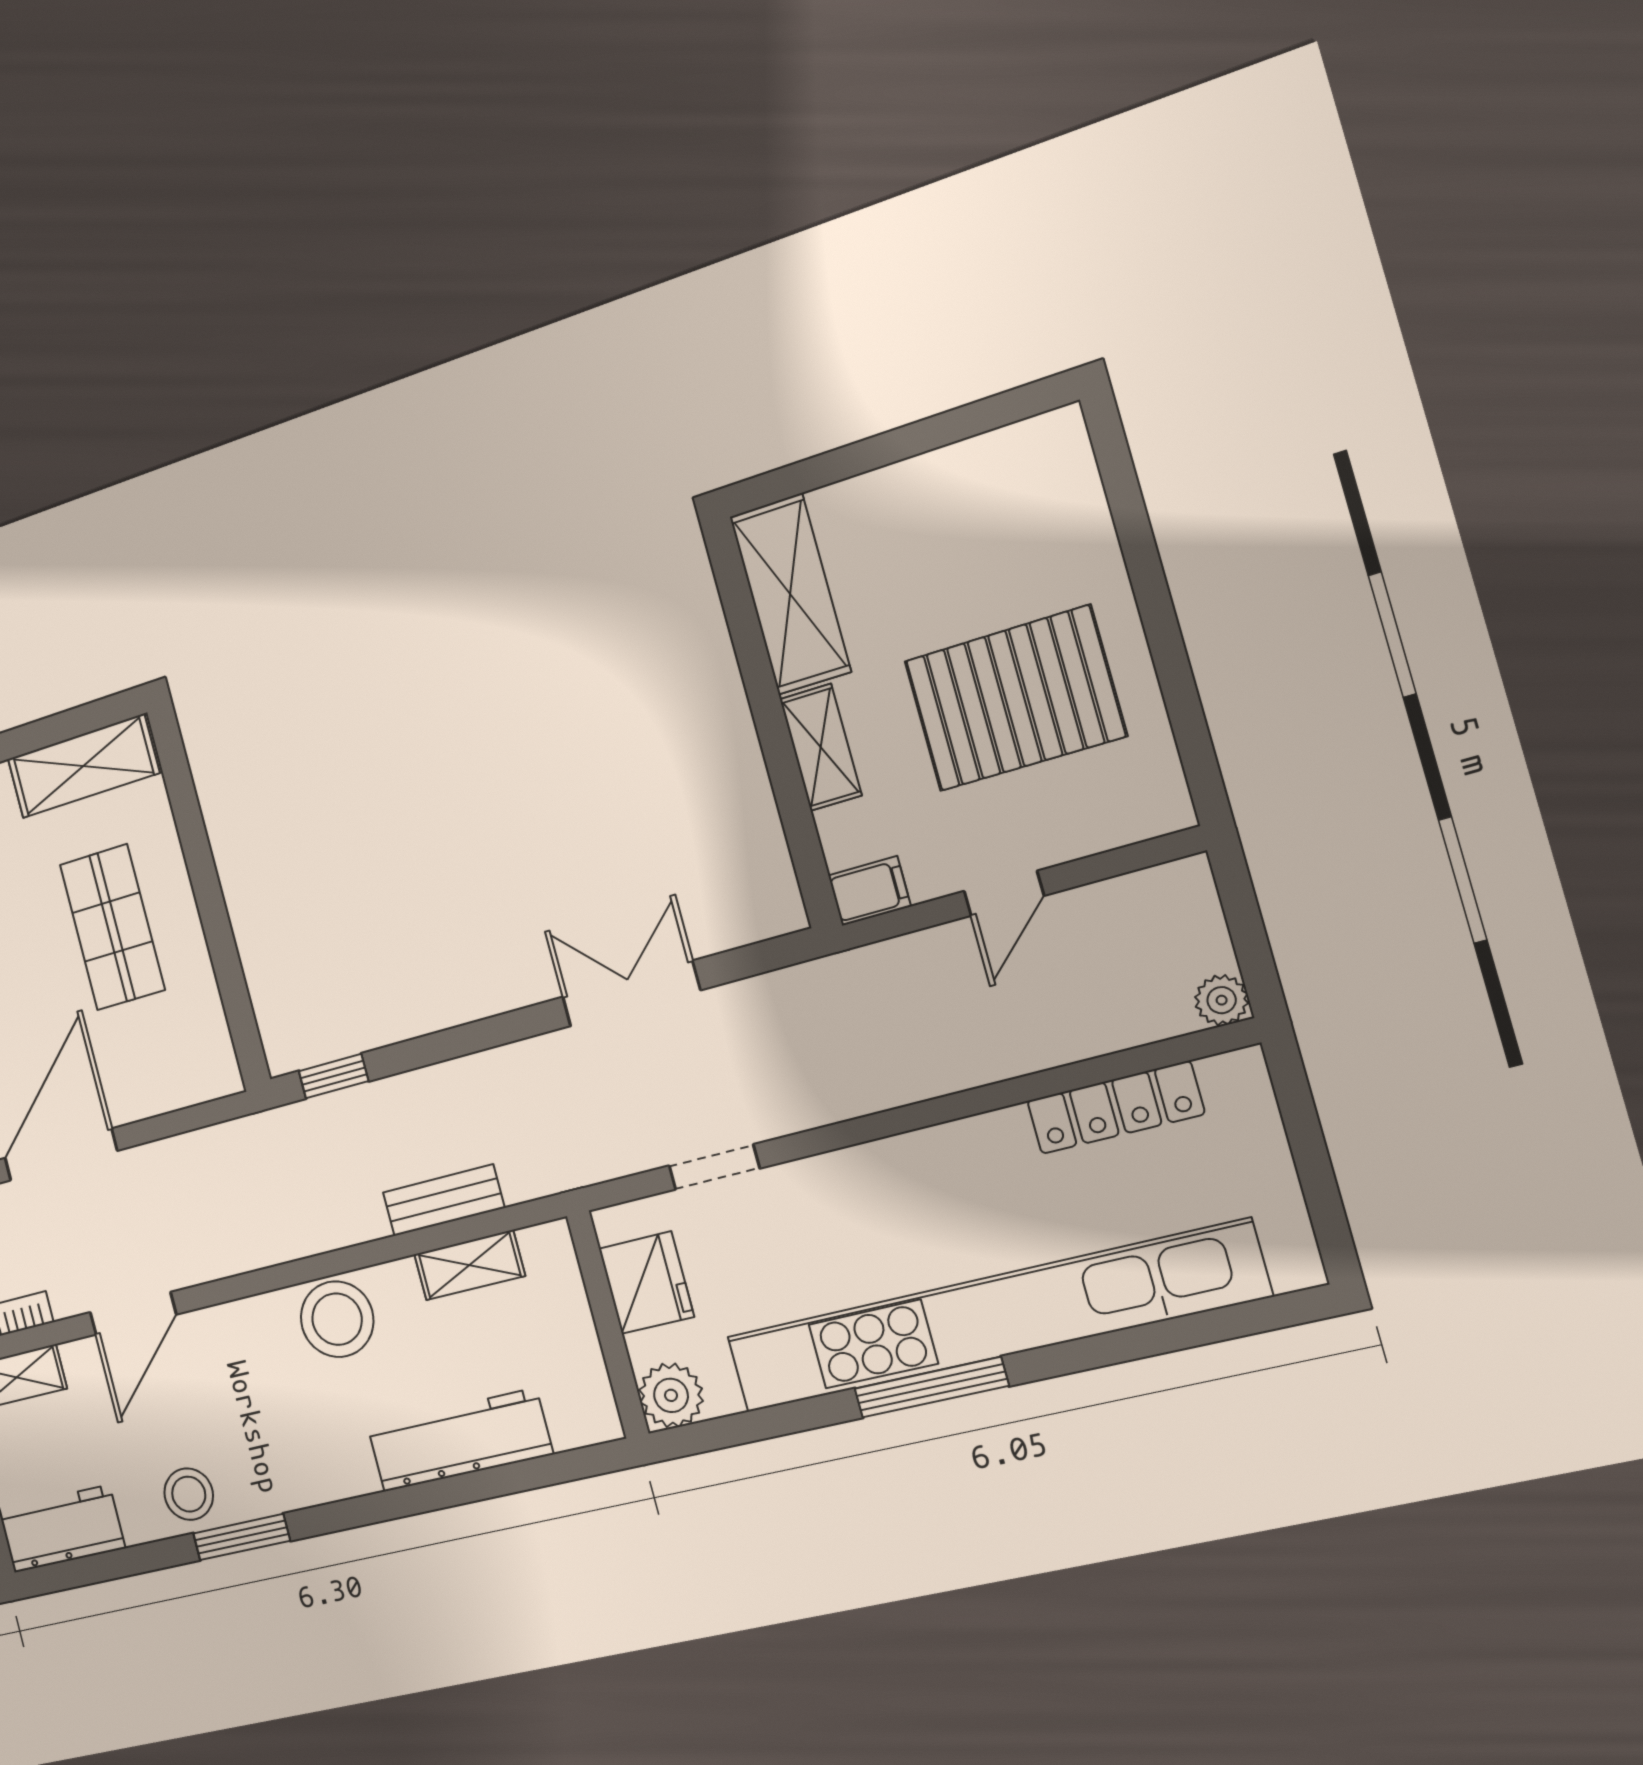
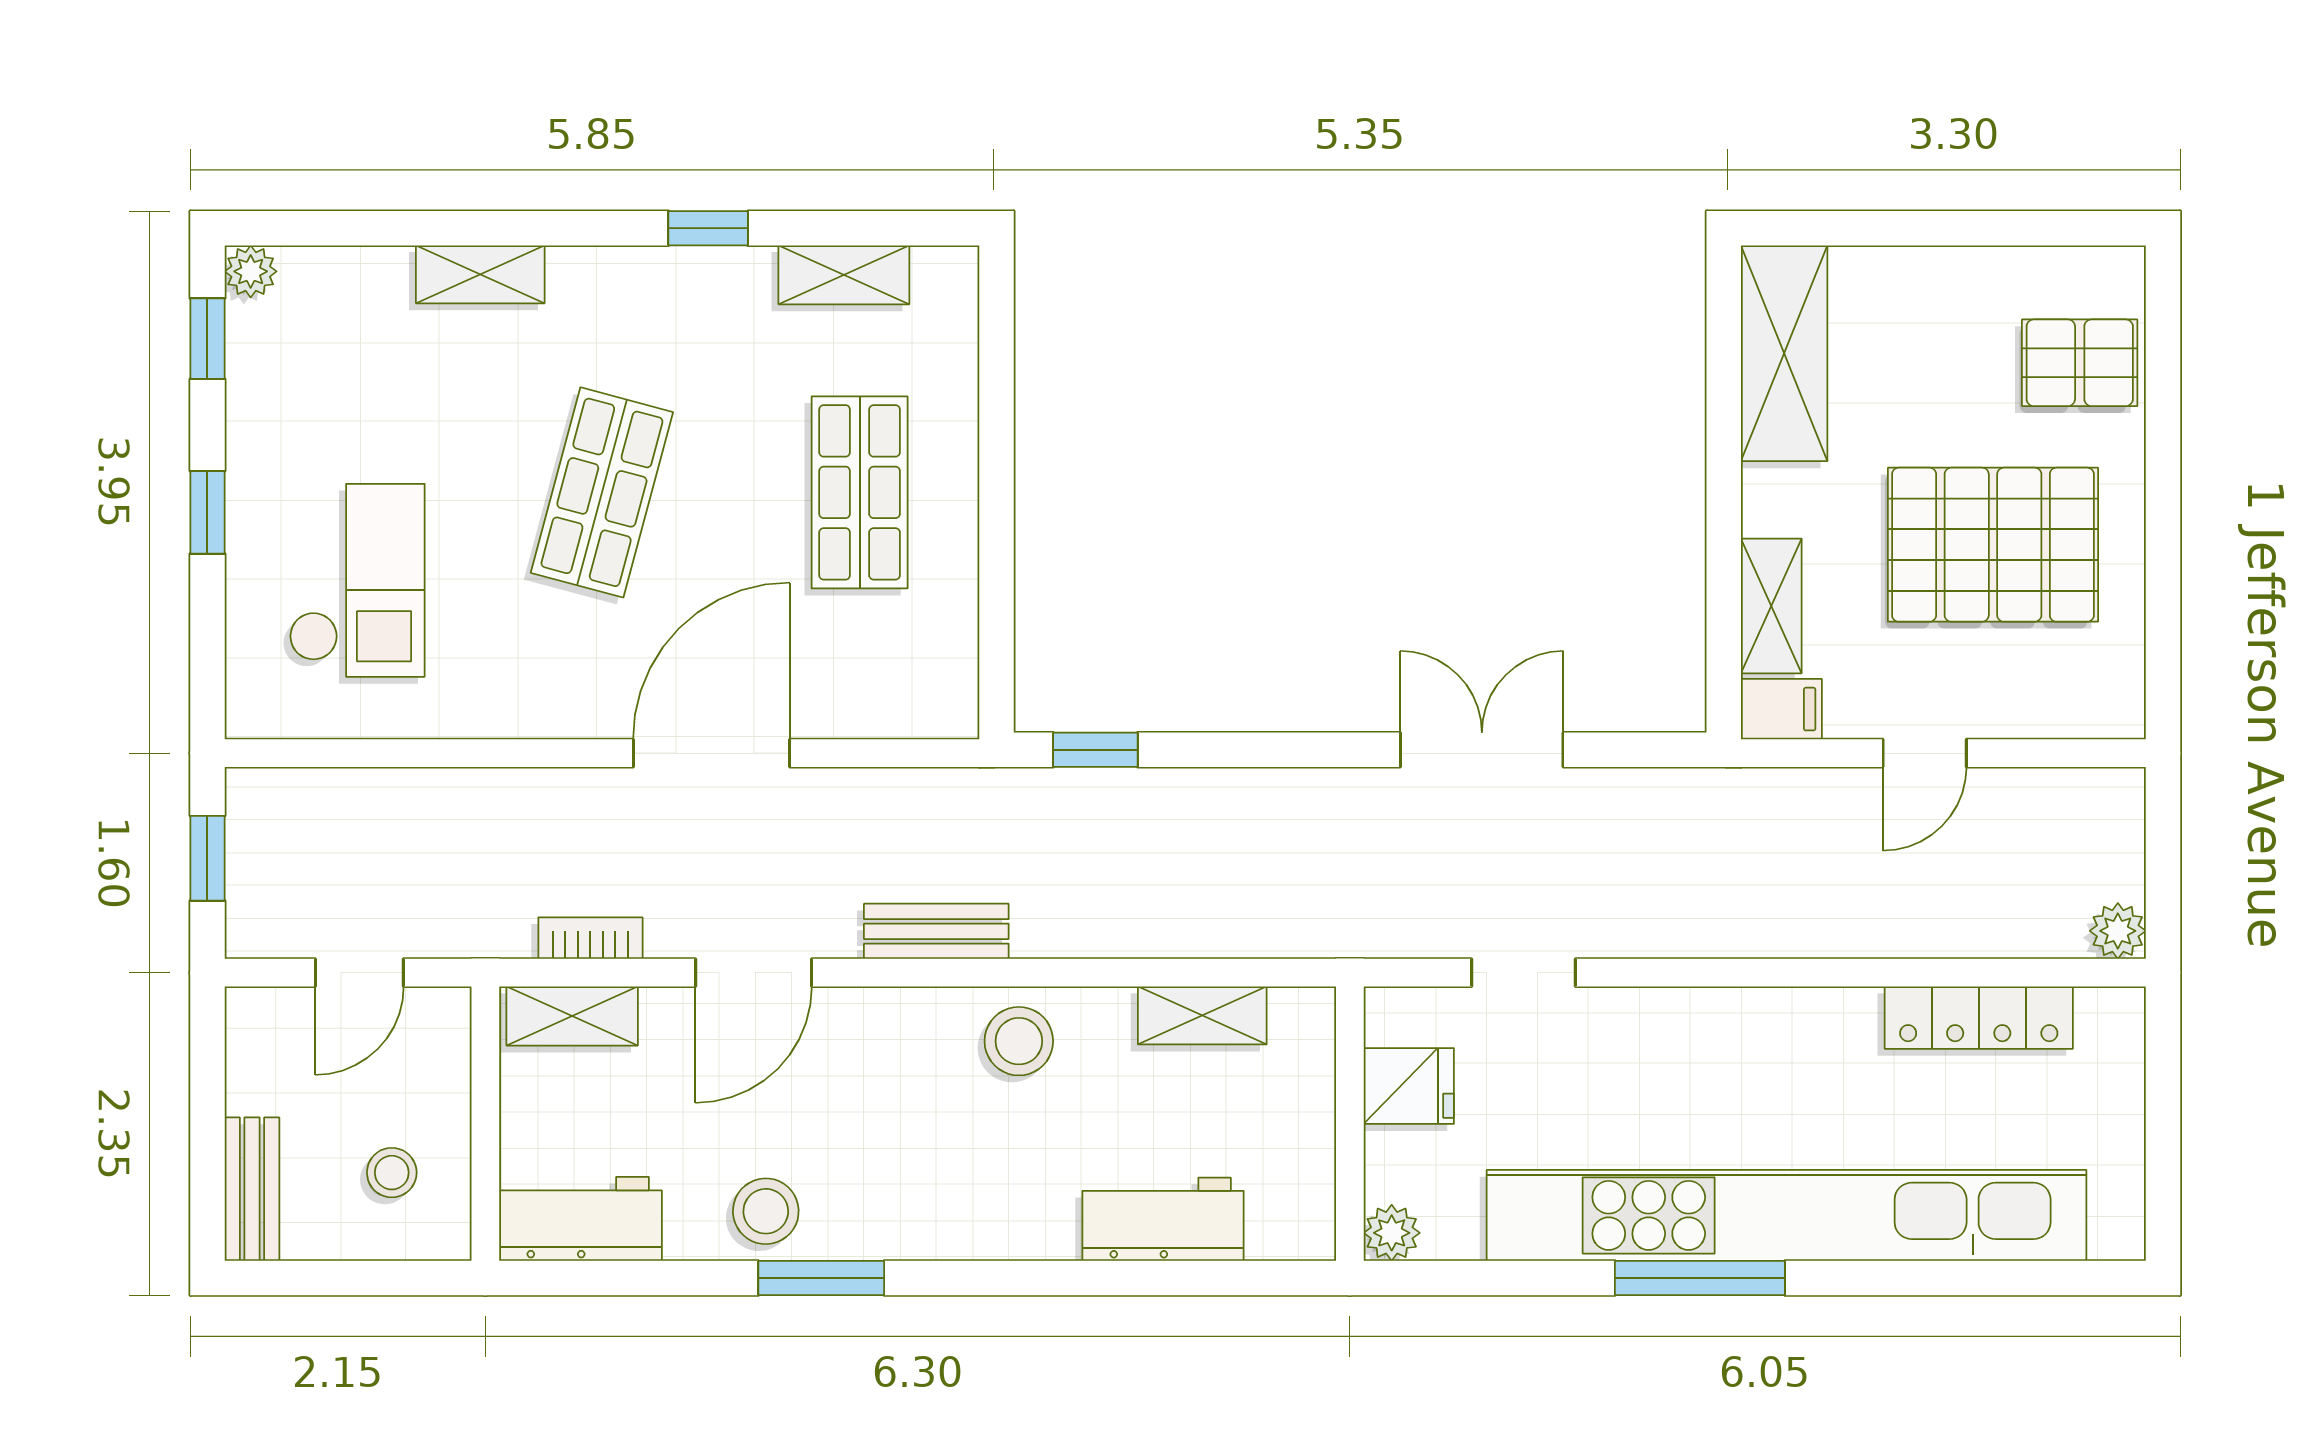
pallet: (1049, 519) -> (2080, 363), added
shelving: (821, 747) -> (1771, 606), moved
shelving: (83, 766) -> (844, 275), width x0.67, depth x0.75
bench: (444, 1200) -> (936, 931), moved
fridge: (646, 1283) -> (1409, 1086), width x0.72
stool: (337, 1319) -> (1019, 1041), width x0.73, depth x0.73
plant: (671, 1395) -> (1392, 1233), width x0.73, depth x0.73
workbench: (459, 1440) -> (1163, 1219), width x0.73

